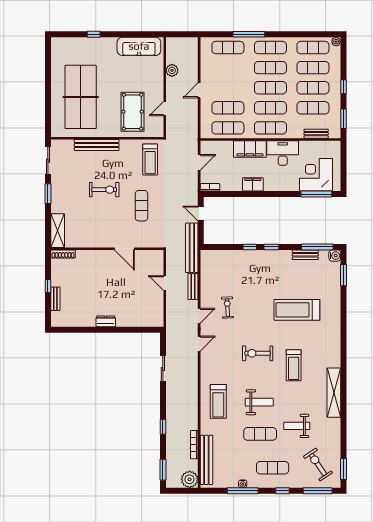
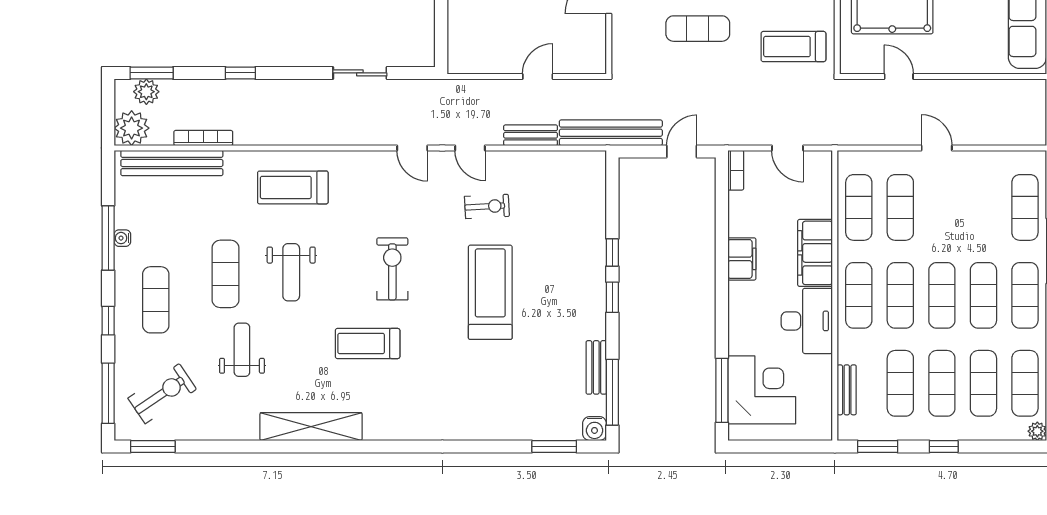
plant: (172, 70) -> (146, 92), moved
treadmill: (297, 310) -> (490, 292), moved

